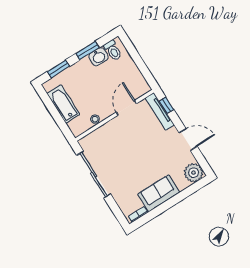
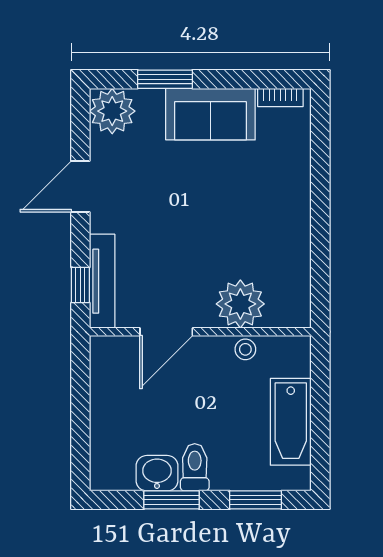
toilet: (113, 50) -> (195, 467), moved
plant: (107, 134) -> (240, 304), added
door: (188, 139) -> (80, 186), hinge flipped
sliding door: (94, 175) -> (320, 237), removed
window: (182, 195) -> (165, 79), added

